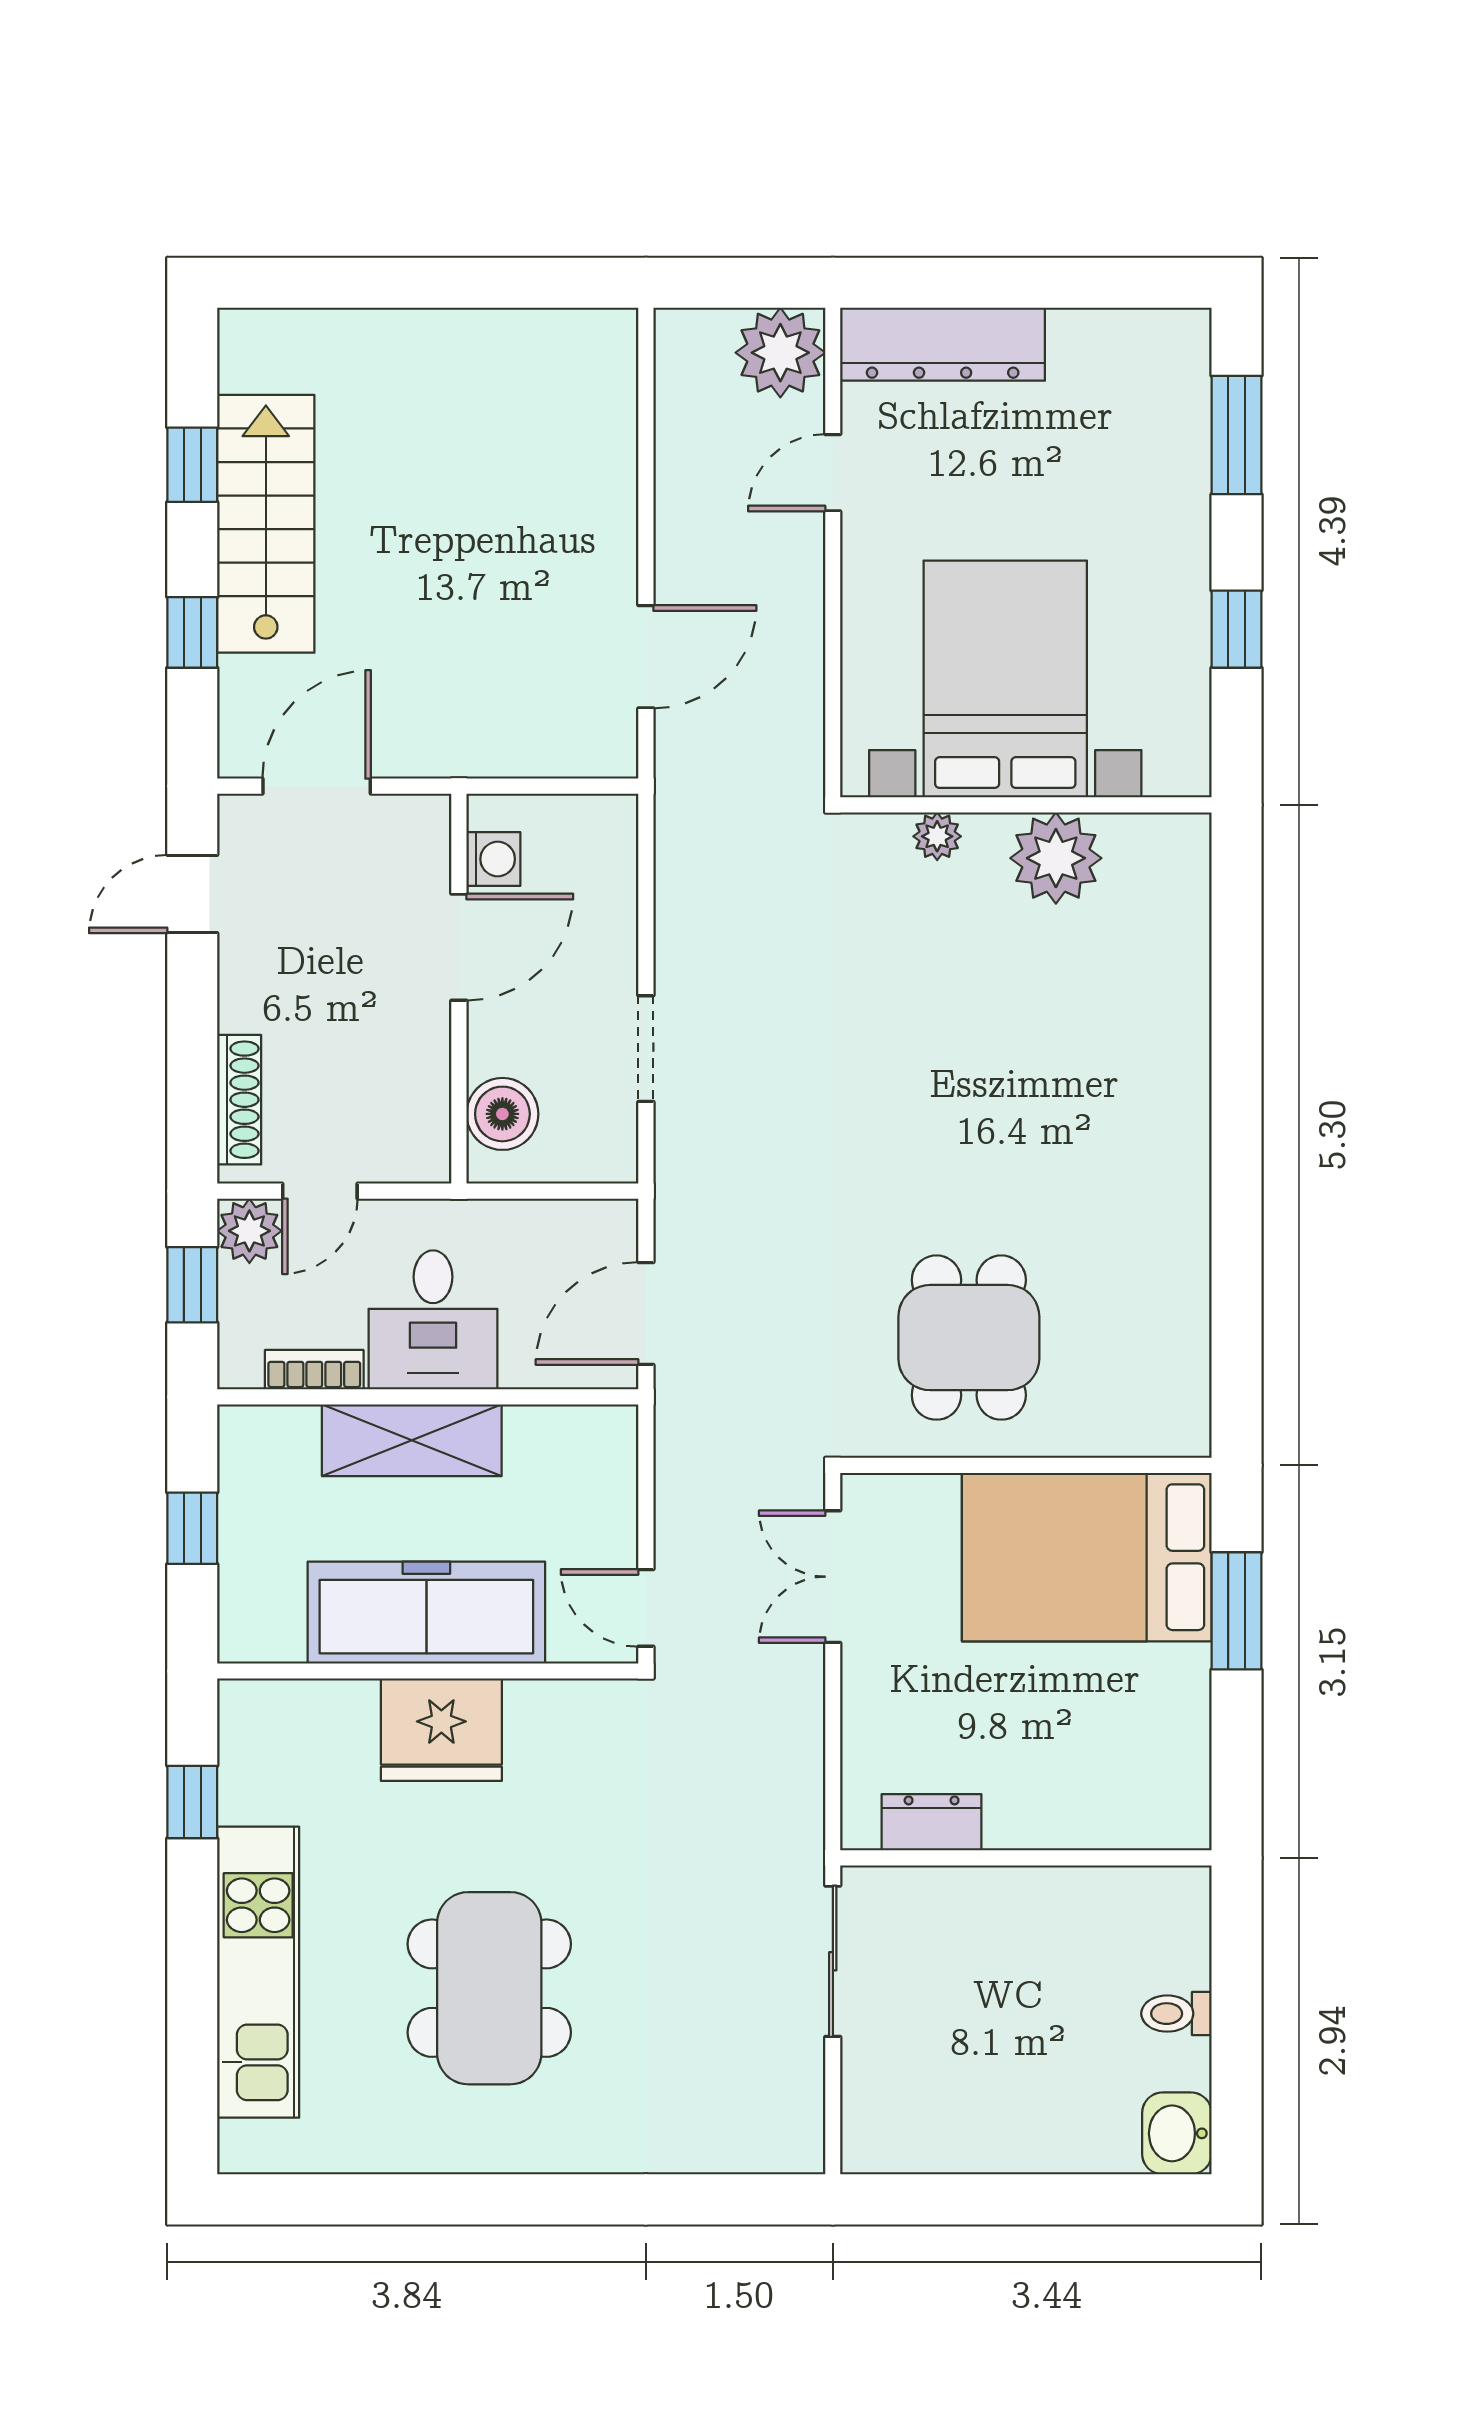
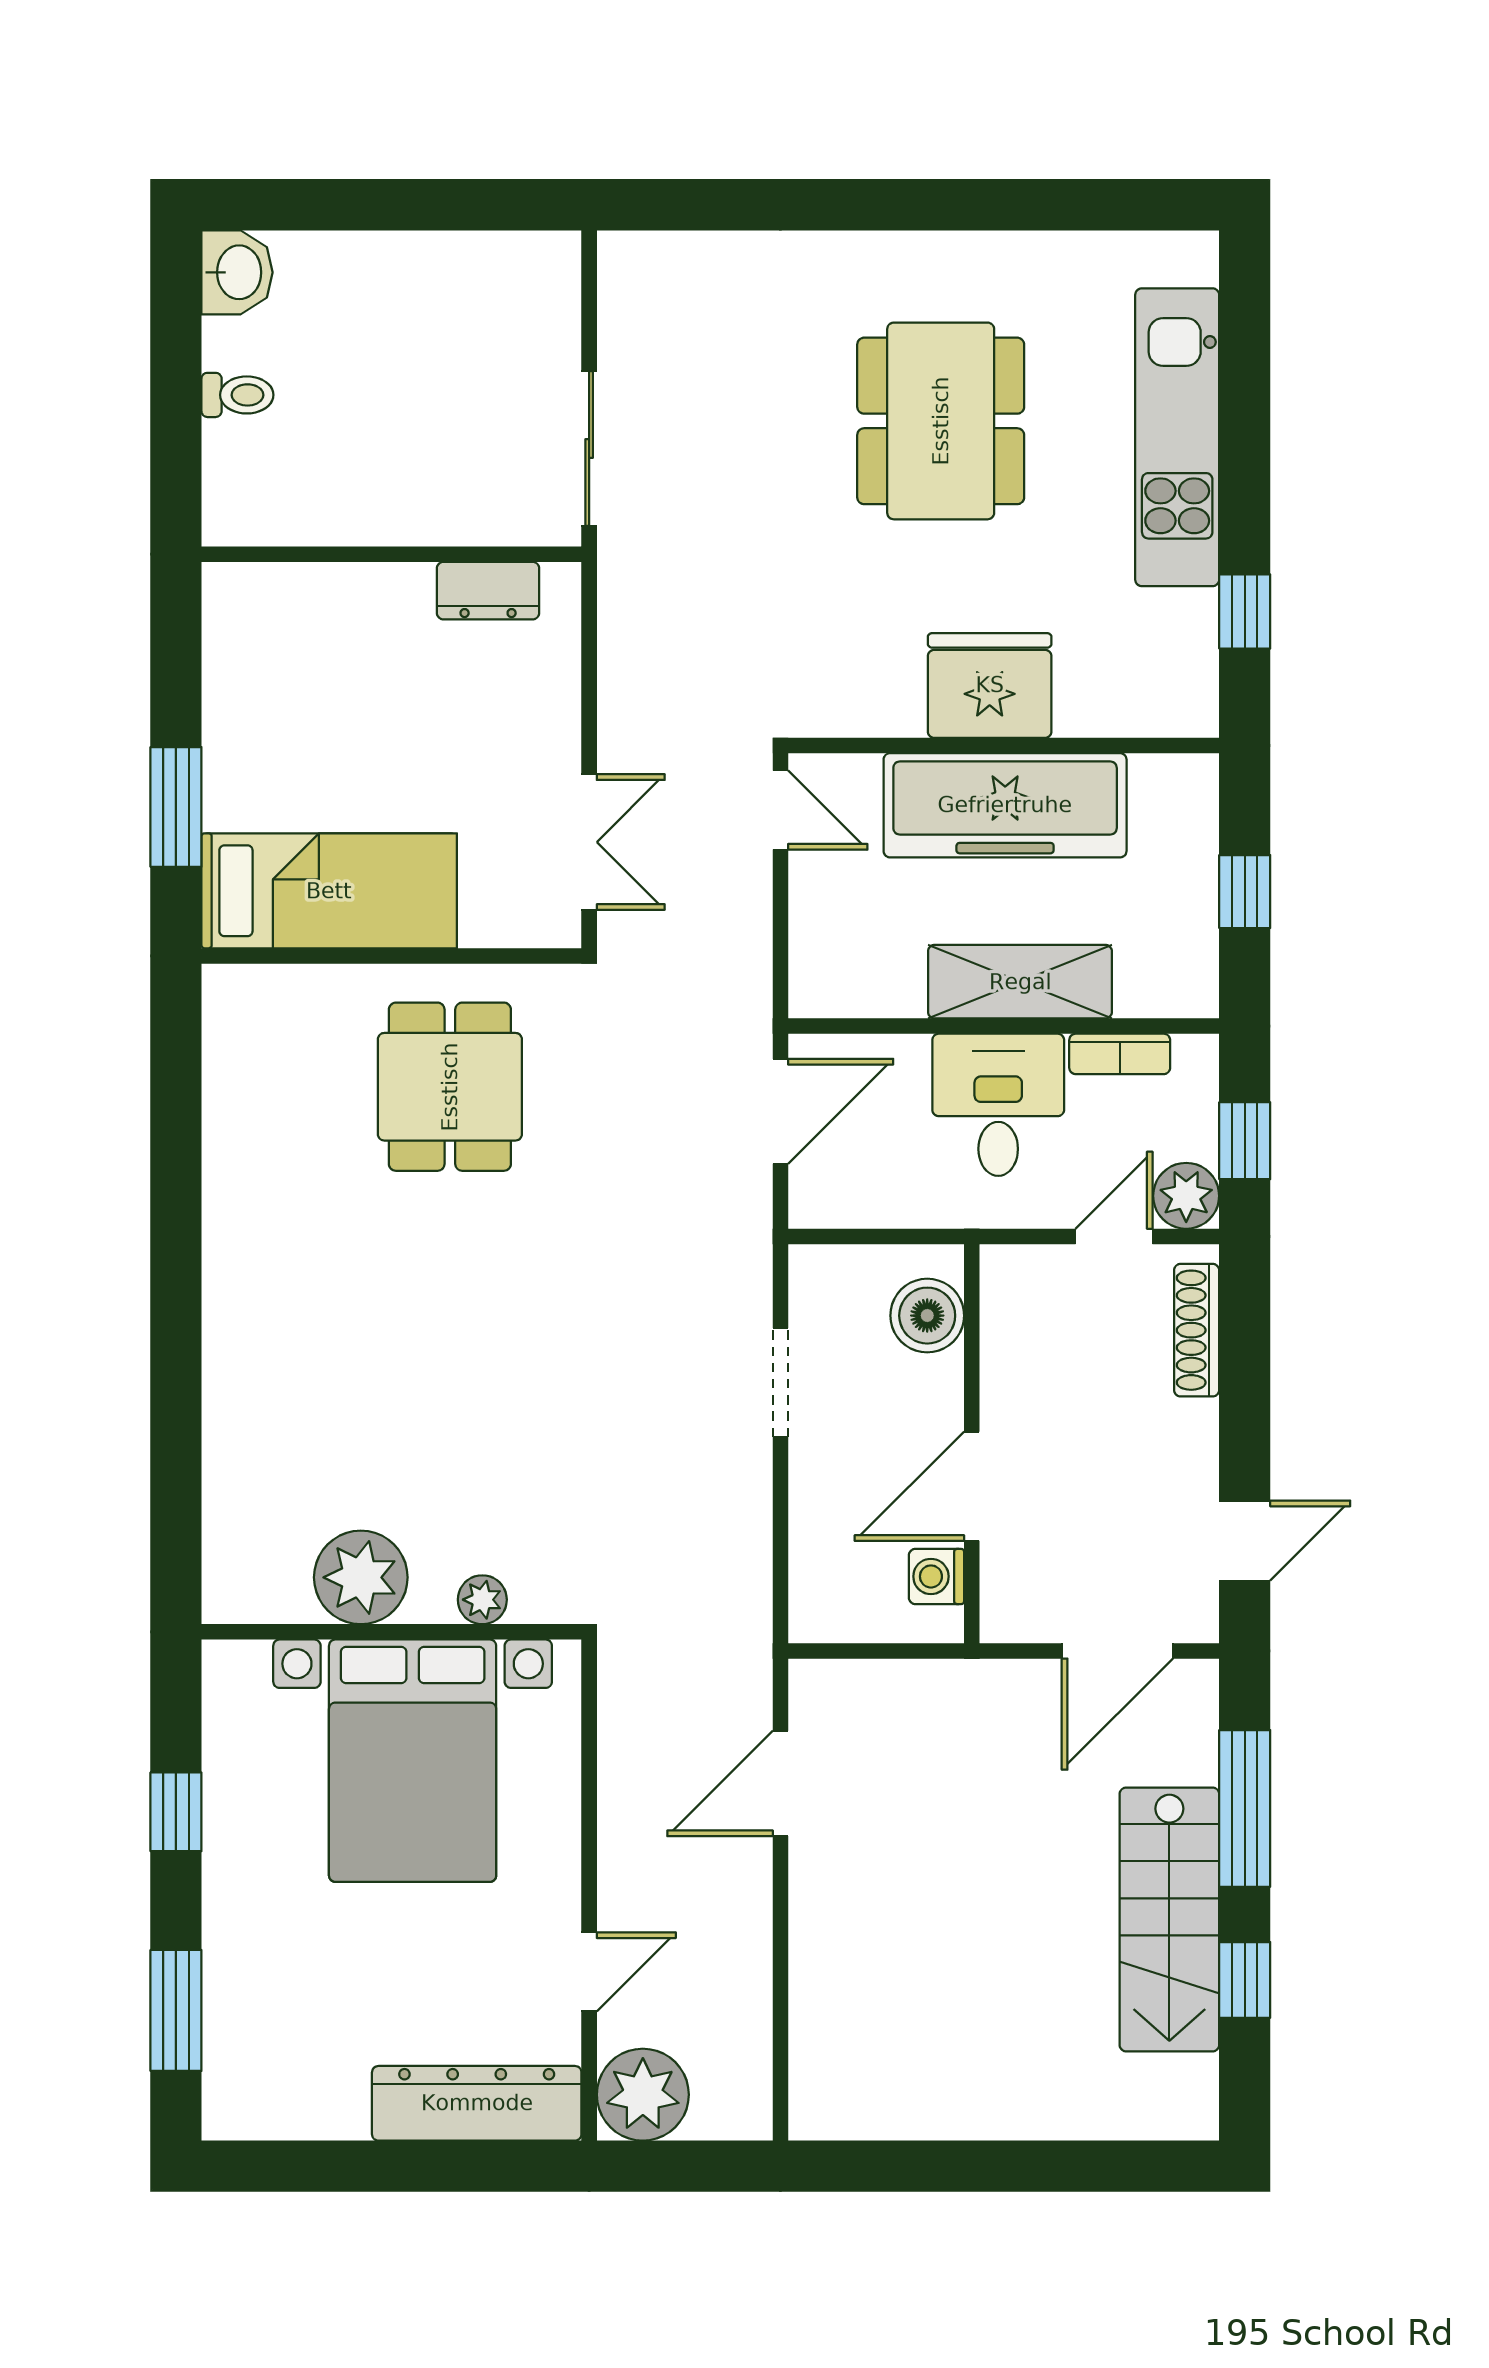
window: (192, 632) -> (1245, 1808), width x2.17
bed: (1087, 1557) -> (329, 891), width x0.67

